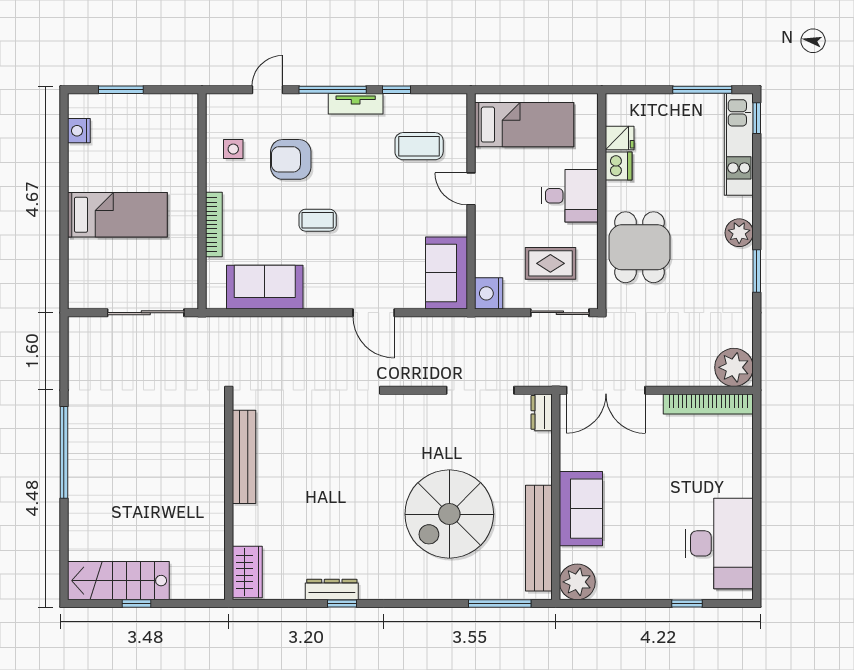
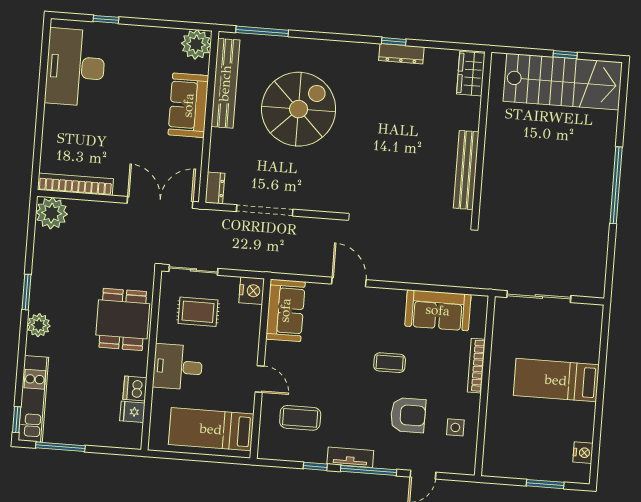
stairs: (118, 581) -> (563, 82), width x1.36, depth x1.51

